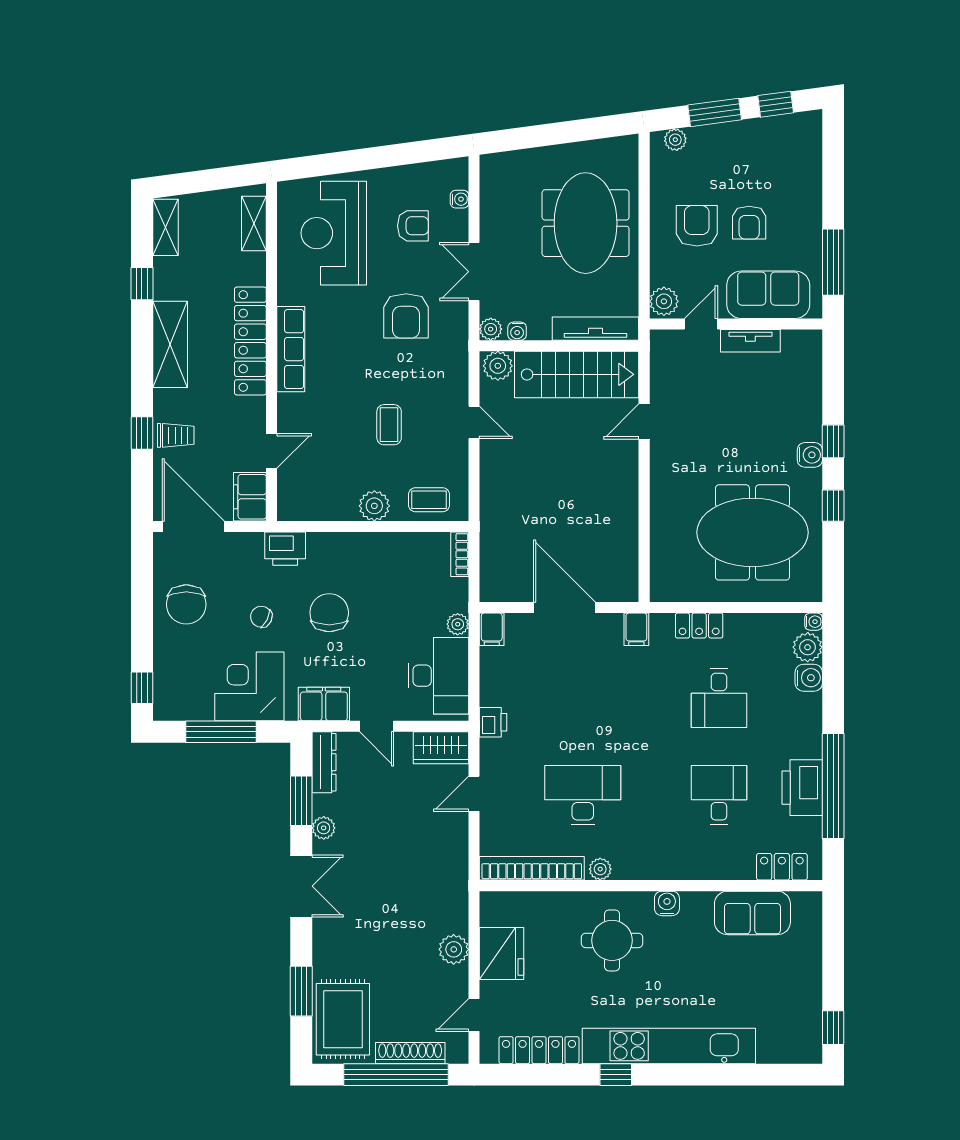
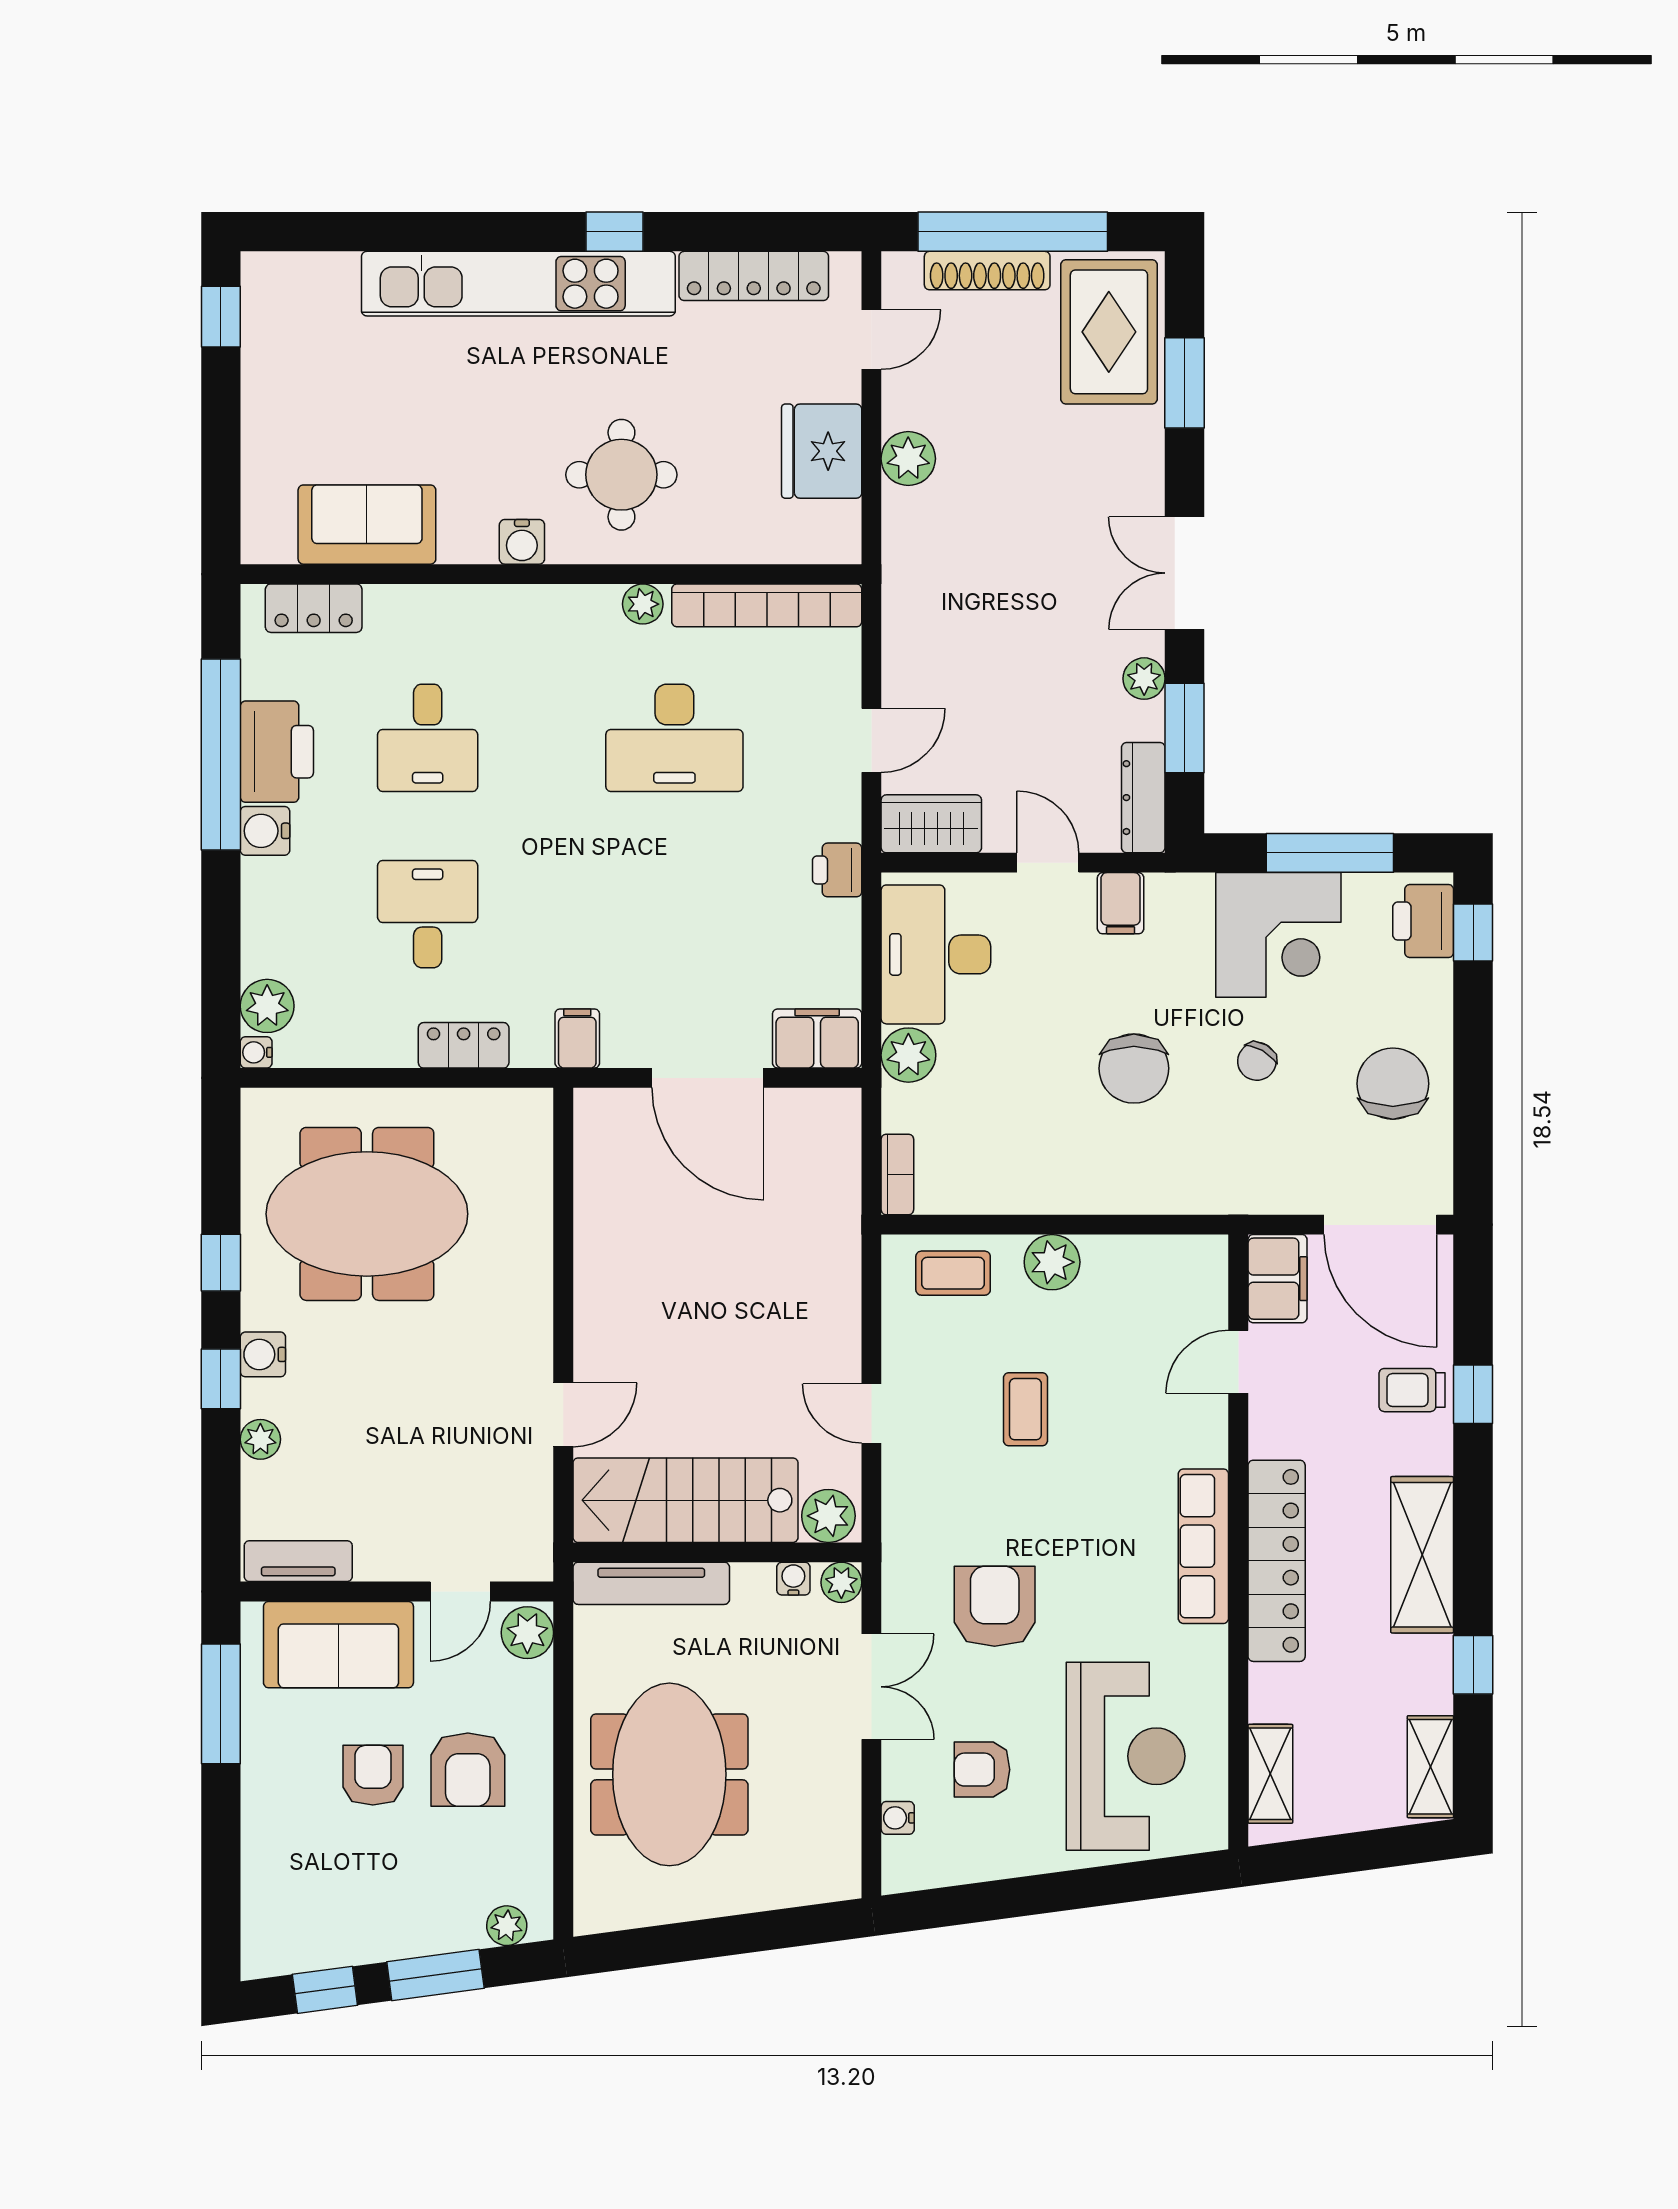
tv unit: (750, 341) -> (298, 1561), moved
plant: (811, 408) -> (260, 1439), added
printer: (285, 549) -> (1423, 921), moved, turned -90
chair: (261, 617) -> (1257, 1061), turned 94
plant: (458, 624) -> (908, 1055), width x1.38, depth x1.38
filing cabinet: (492, 629) -> (817, 1038), width x2.00
water cooler: (809, 678) -> (265, 831), moved
filing cabinet: (324, 704) -> (1121, 903), width x0.50

